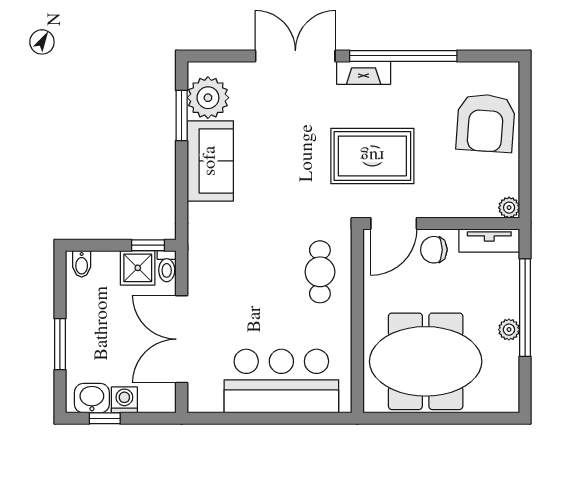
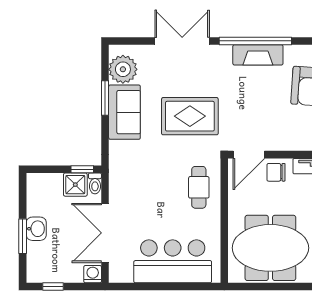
fireplace: (364, 73) -> (258, 55), moved, width x1.37, depth x1.32
window: (182, 116) -> (105, 98), moved
rug: (372, 156) -> (190, 116), moved
bidet: (82, 264) -> (37, 182), removed
washbasin: (92, 398) -> (36, 229), moved, turned 90
washing machine: (124, 400) -> (93, 274), moved

